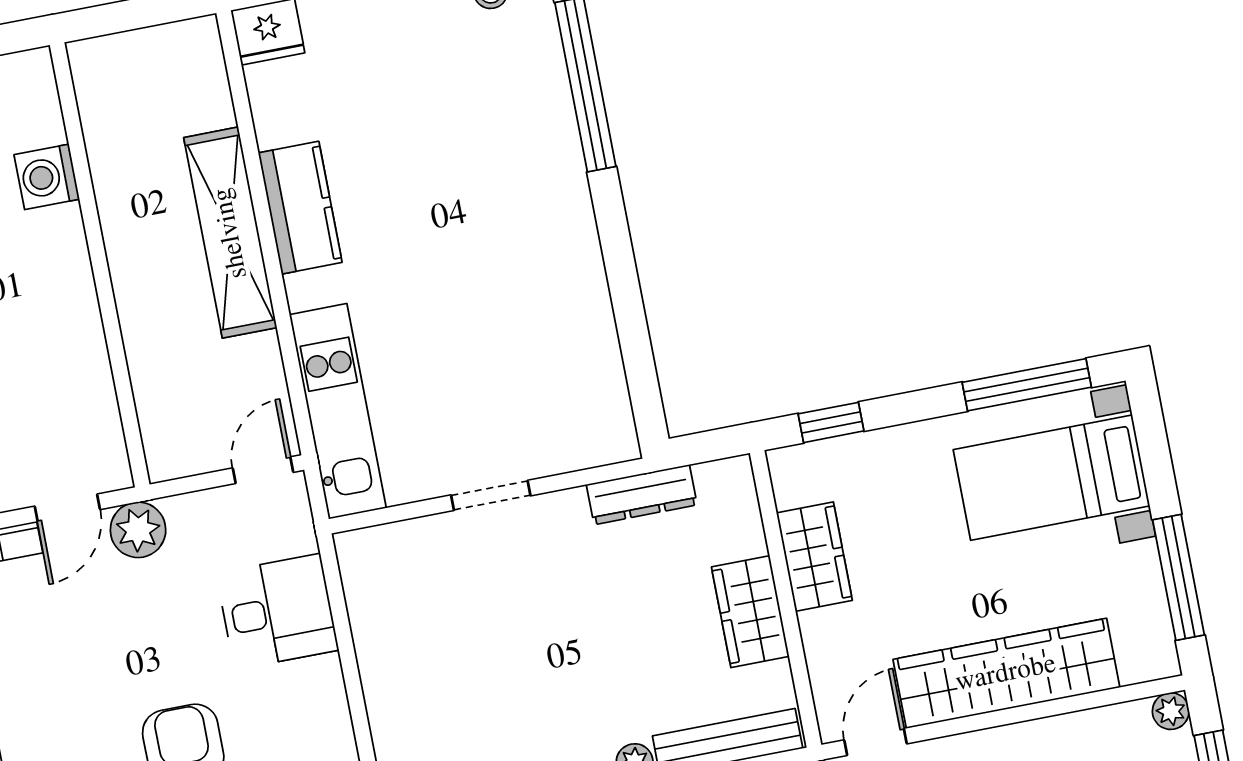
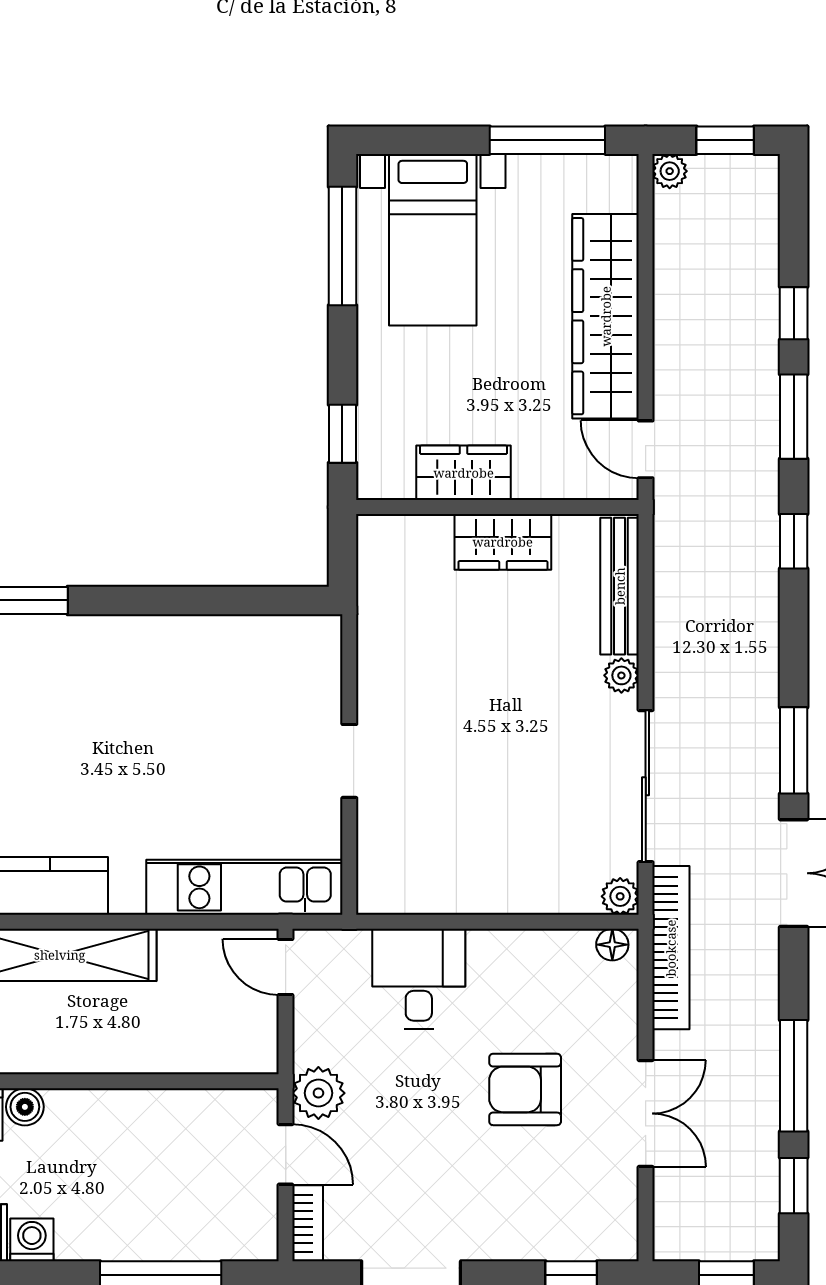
boiler: (65, 226) -> (25, 1107), added
dresser: (642, 495) -> (376, 621), removed

